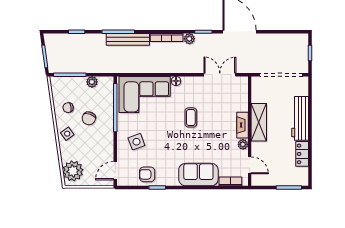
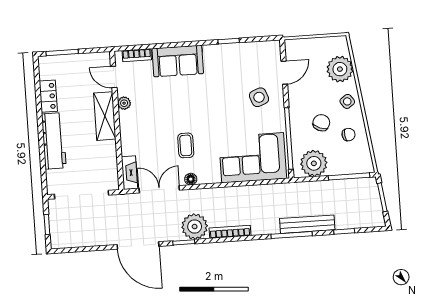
bench: (128, 39) -> (307, 224), moved
plant: (189, 39) -> (195, 227), width x1.88, depth x1.88
double door: (220, 75) -> (159, 189), swing flipped
floor lamp: (176, 81) -> (191, 179), moved
plant: (92, 82) -> (314, 163), width x1.88, depth x1.88
coffee table: (191, 117) -> (186, 145), moved
shelving: (259, 122) -> (105, 116), moved
fireplace: (242, 125) -> (129, 173), moved
plant: (73, 171) -> (340, 69), moved
door: (115, 171) -> (284, 73), moved
armchair: (147, 174) -> (243, 57), removed

